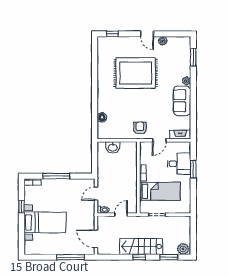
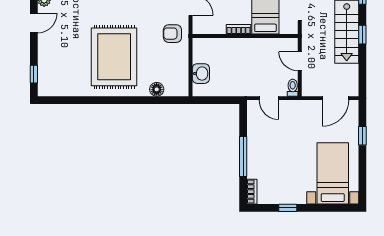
rug: (136, 73) -> (114, 57), moved
bed with nightstands: (45, 222) -> (333, 173), moved
window: (70, 257) -> (362, 136), width x0.46

